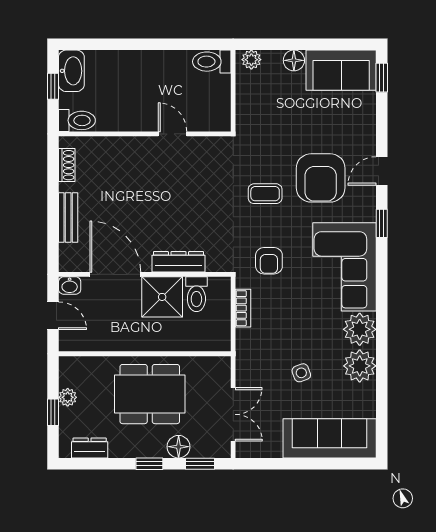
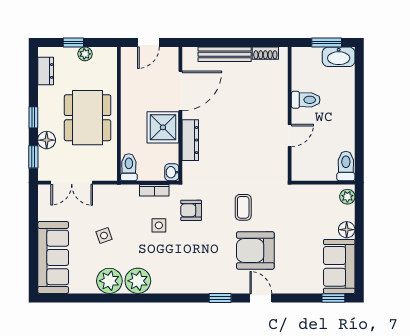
window: (53, 86) -> (327, 42), width x1.50
toilet: (77, 120) -> (306, 100), moved, turned -90
bench: (68, 218) -> (225, 54), width x1.36
corner sofa: (345, 267) -> (186, 269), removed
washbasin: (70, 286) -> (172, 172), moved
toilet: (196, 294) -> (129, 167), moved, turned 90
side table: (288, 302) -> (159, 225), added

